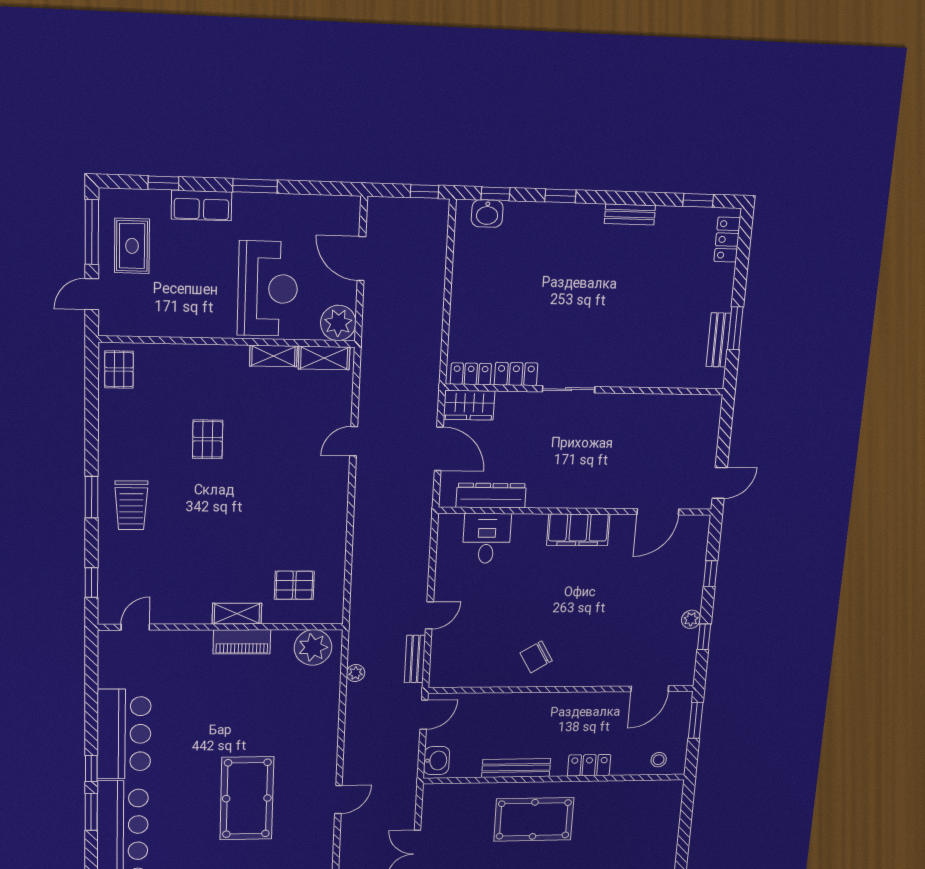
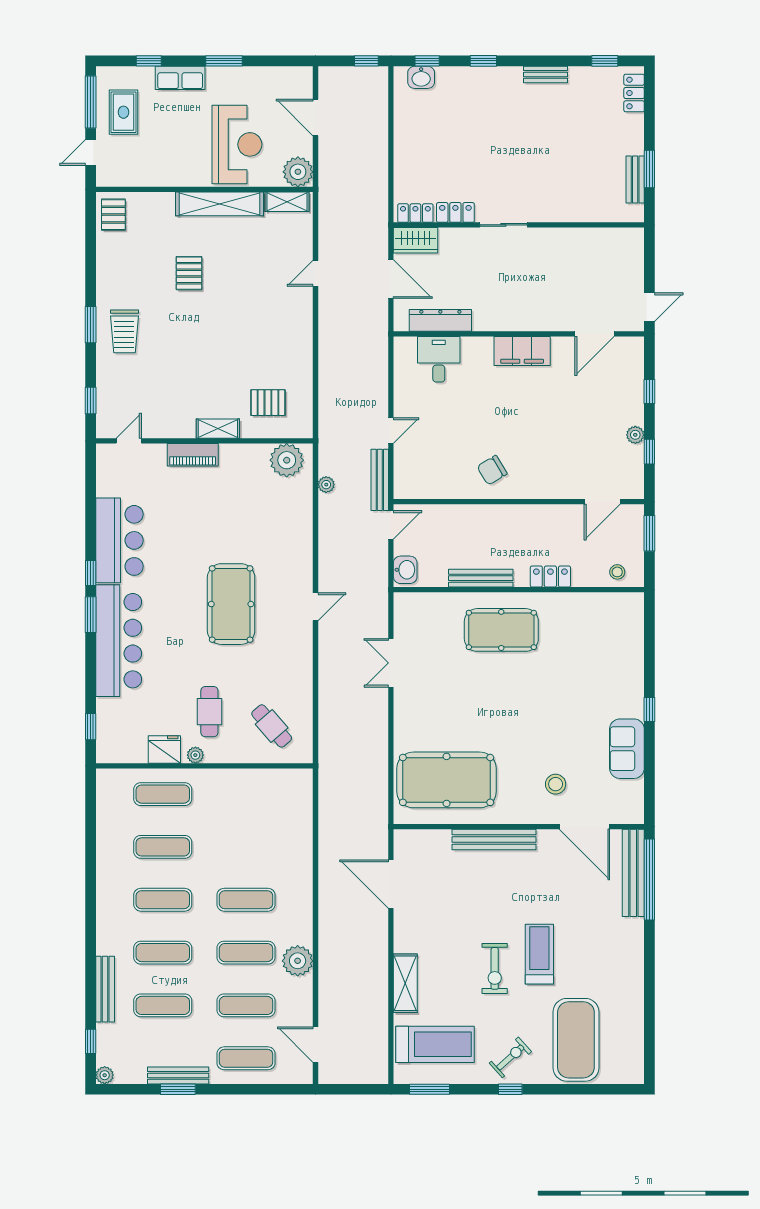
shelving: (273, 356) -> (219, 204), width x2.20, depth x1.33
piano: (242, 642) -> (193, 455), moved
bench: (415, 659) -> (380, 480), width x1.36

